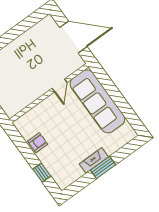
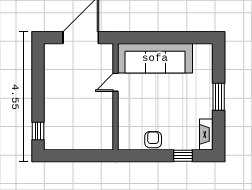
door: (59, 85) -> (116, 82), swing flipped
fireplace: (94, 160) -> (206, 134), moved

